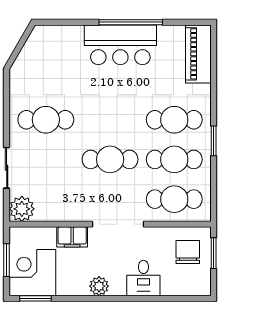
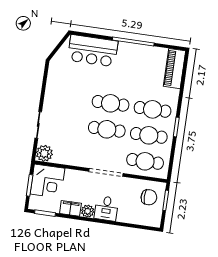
bar counter: (120, 45) -> (93, 51), moved
cafe table: (46, 120) -> (111, 103), moved
filing cabinet: (72, 237) -> (70, 208), moved, turned 180
chair: (188, 252) -> (149, 197), turned 90
corner desk: (32, 273) -> (47, 181), moved, turned 180
desk: (143, 278) -> (106, 208), moved

